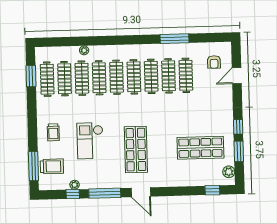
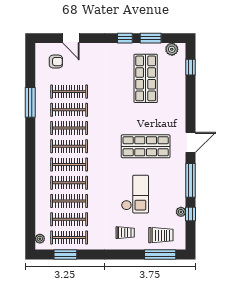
plant: (84, 50) -> (40, 239), moved
checkout: (90, 141) -> (135, 194), turned -90
trolley: (52, 166) -> (161, 235), turned 90

